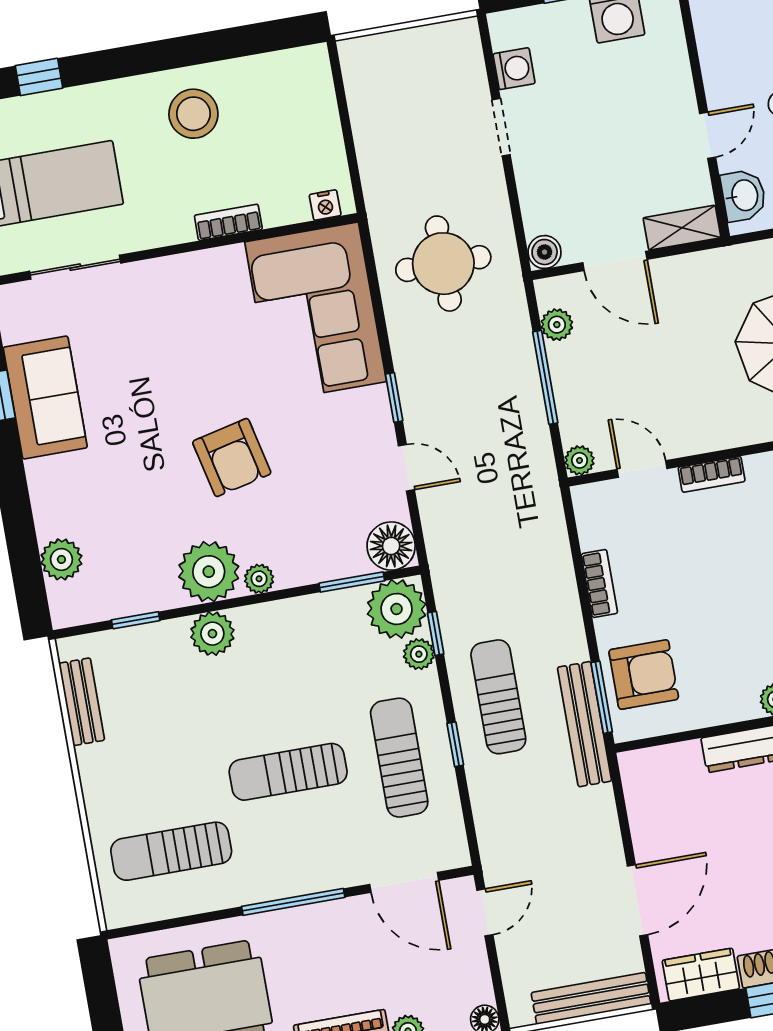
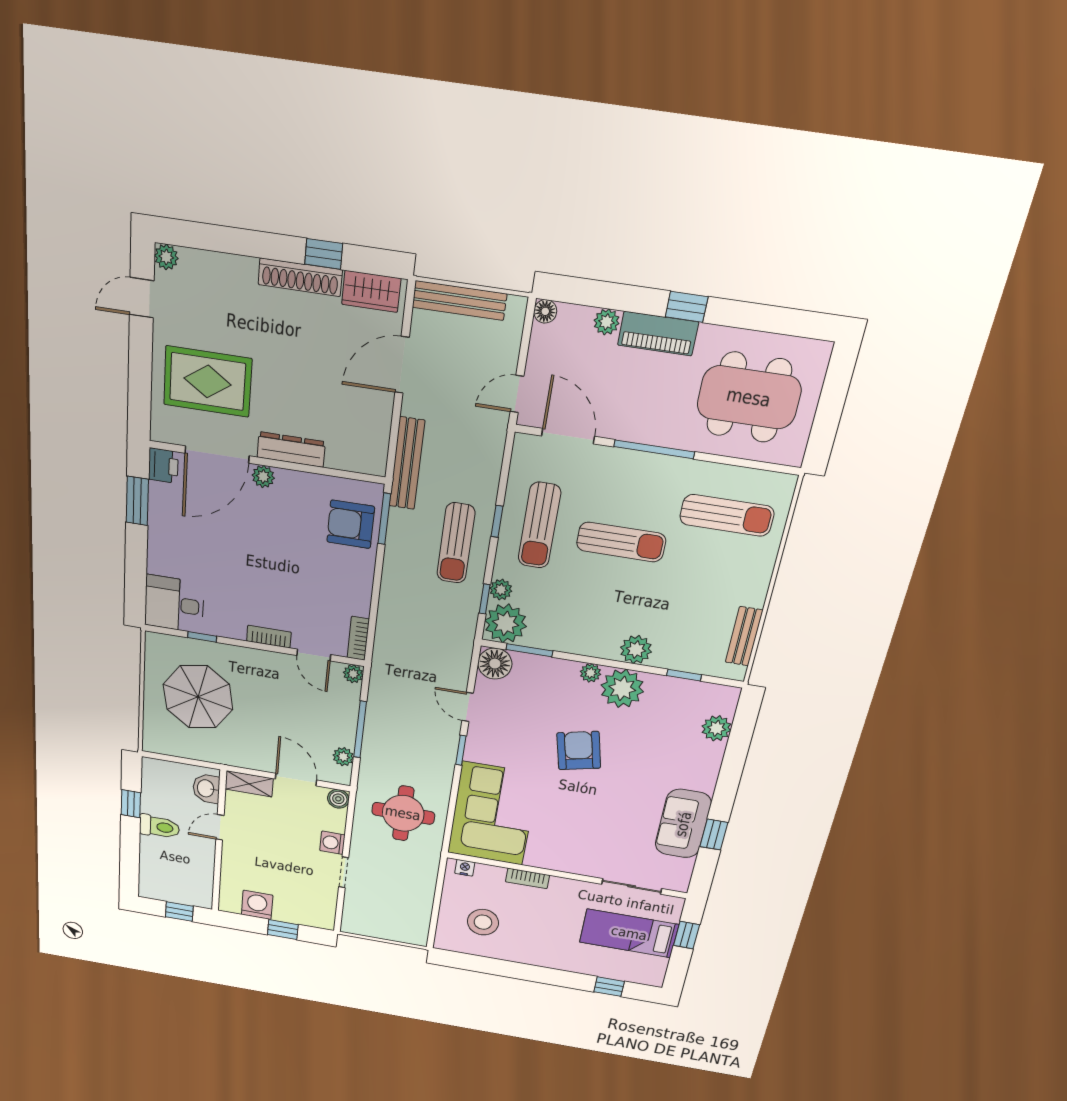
washing machine: (514, 69) -> (332, 843), moved
stool: (193, 114) -> (483, 922), moved
bookcase: (599, 584) -> (358, 638), moved
bench: (584, 724) -> (407, 463), moved

